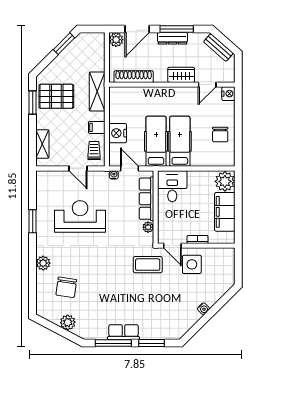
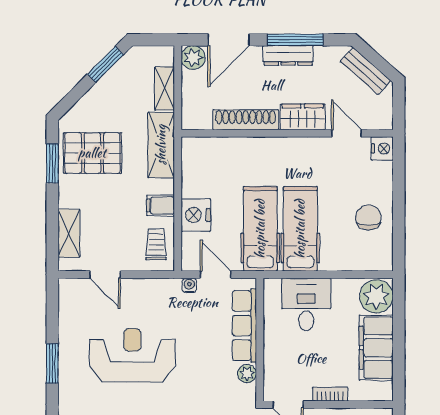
shelving: (99, 58) -> (164, 89), added
shoe rack: (134, 77) -> (246, 120), moved
door: (207, 85) -> (346, 133), swing flipped
chair: (220, 135) -> (368, 217), turned 180
door: (78, 168) -> (105, 275), moved
desk: (172, 186) -> (306, 304), moved

